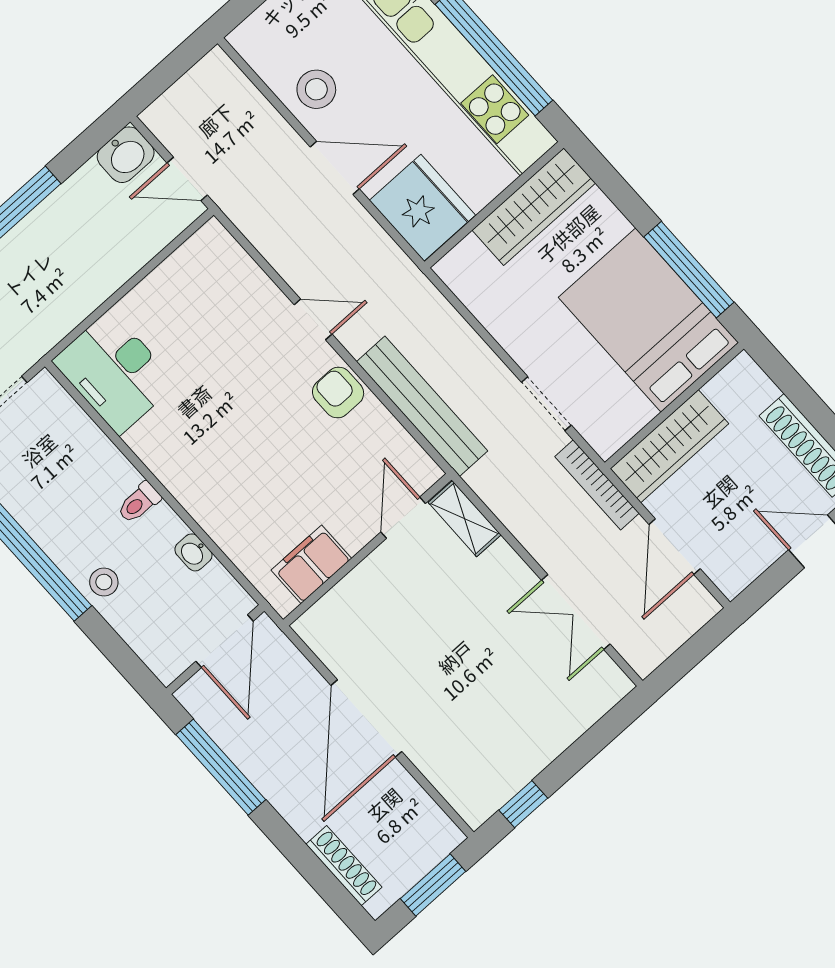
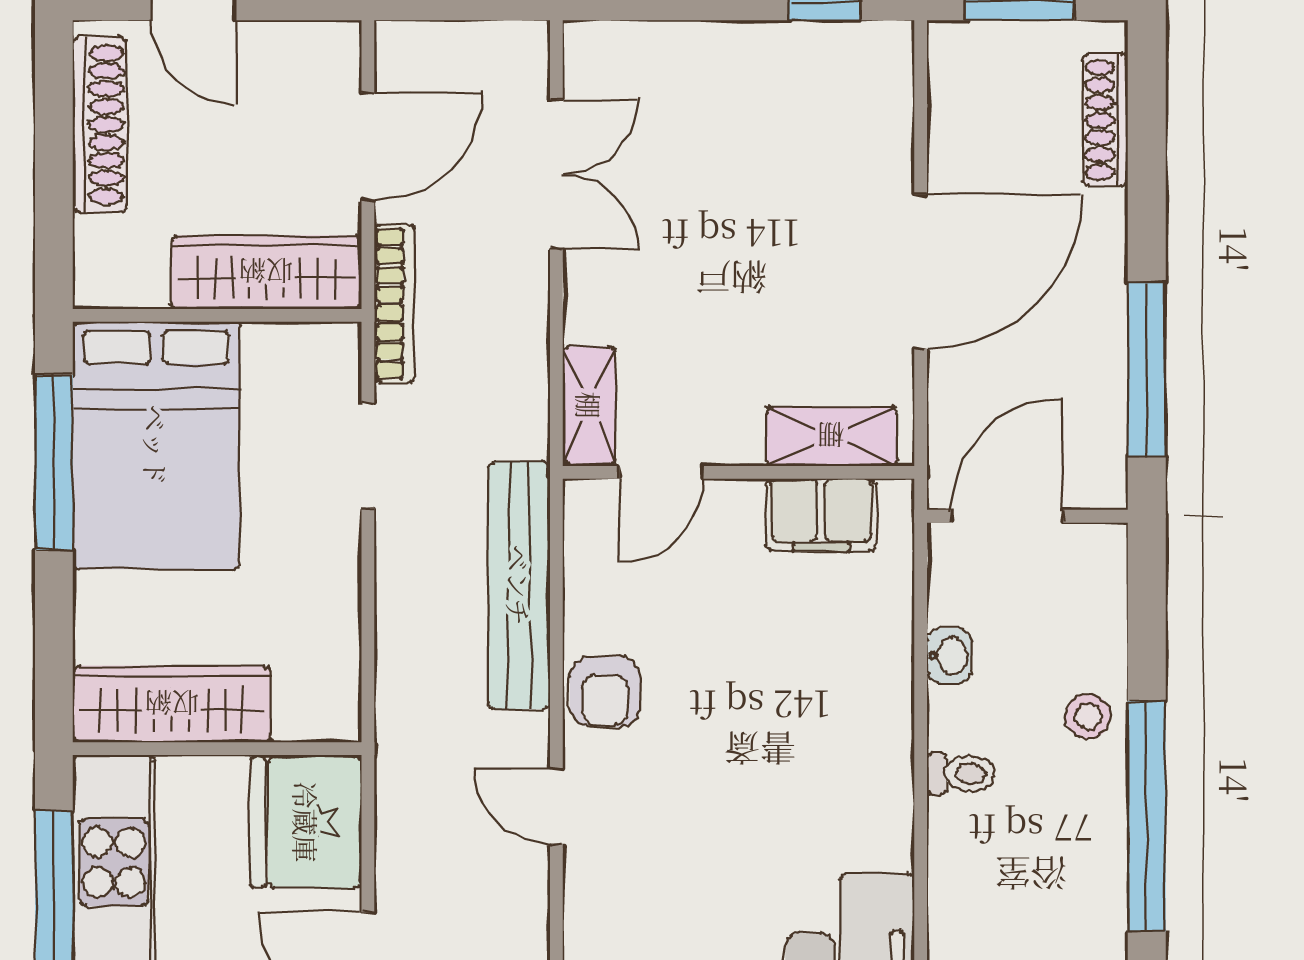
shelving: (339, 605) -> (831, 436), added

